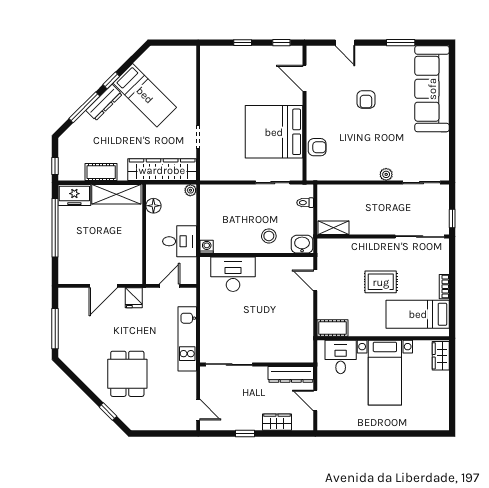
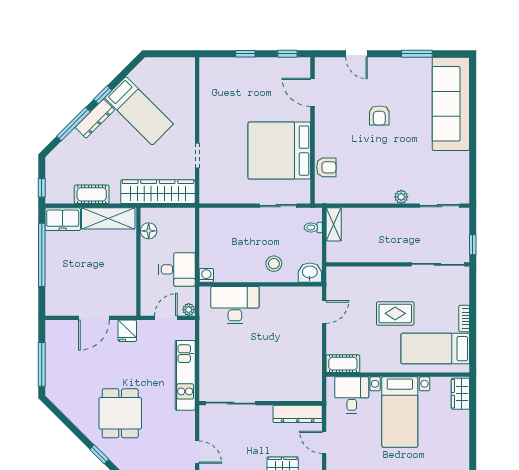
plant: (190, 190) -> (189, 310), moved
shelving: (334, 228) -> (334, 224), moved, turned 90
door: (315, 280) -> (324, 312), swing flipped

